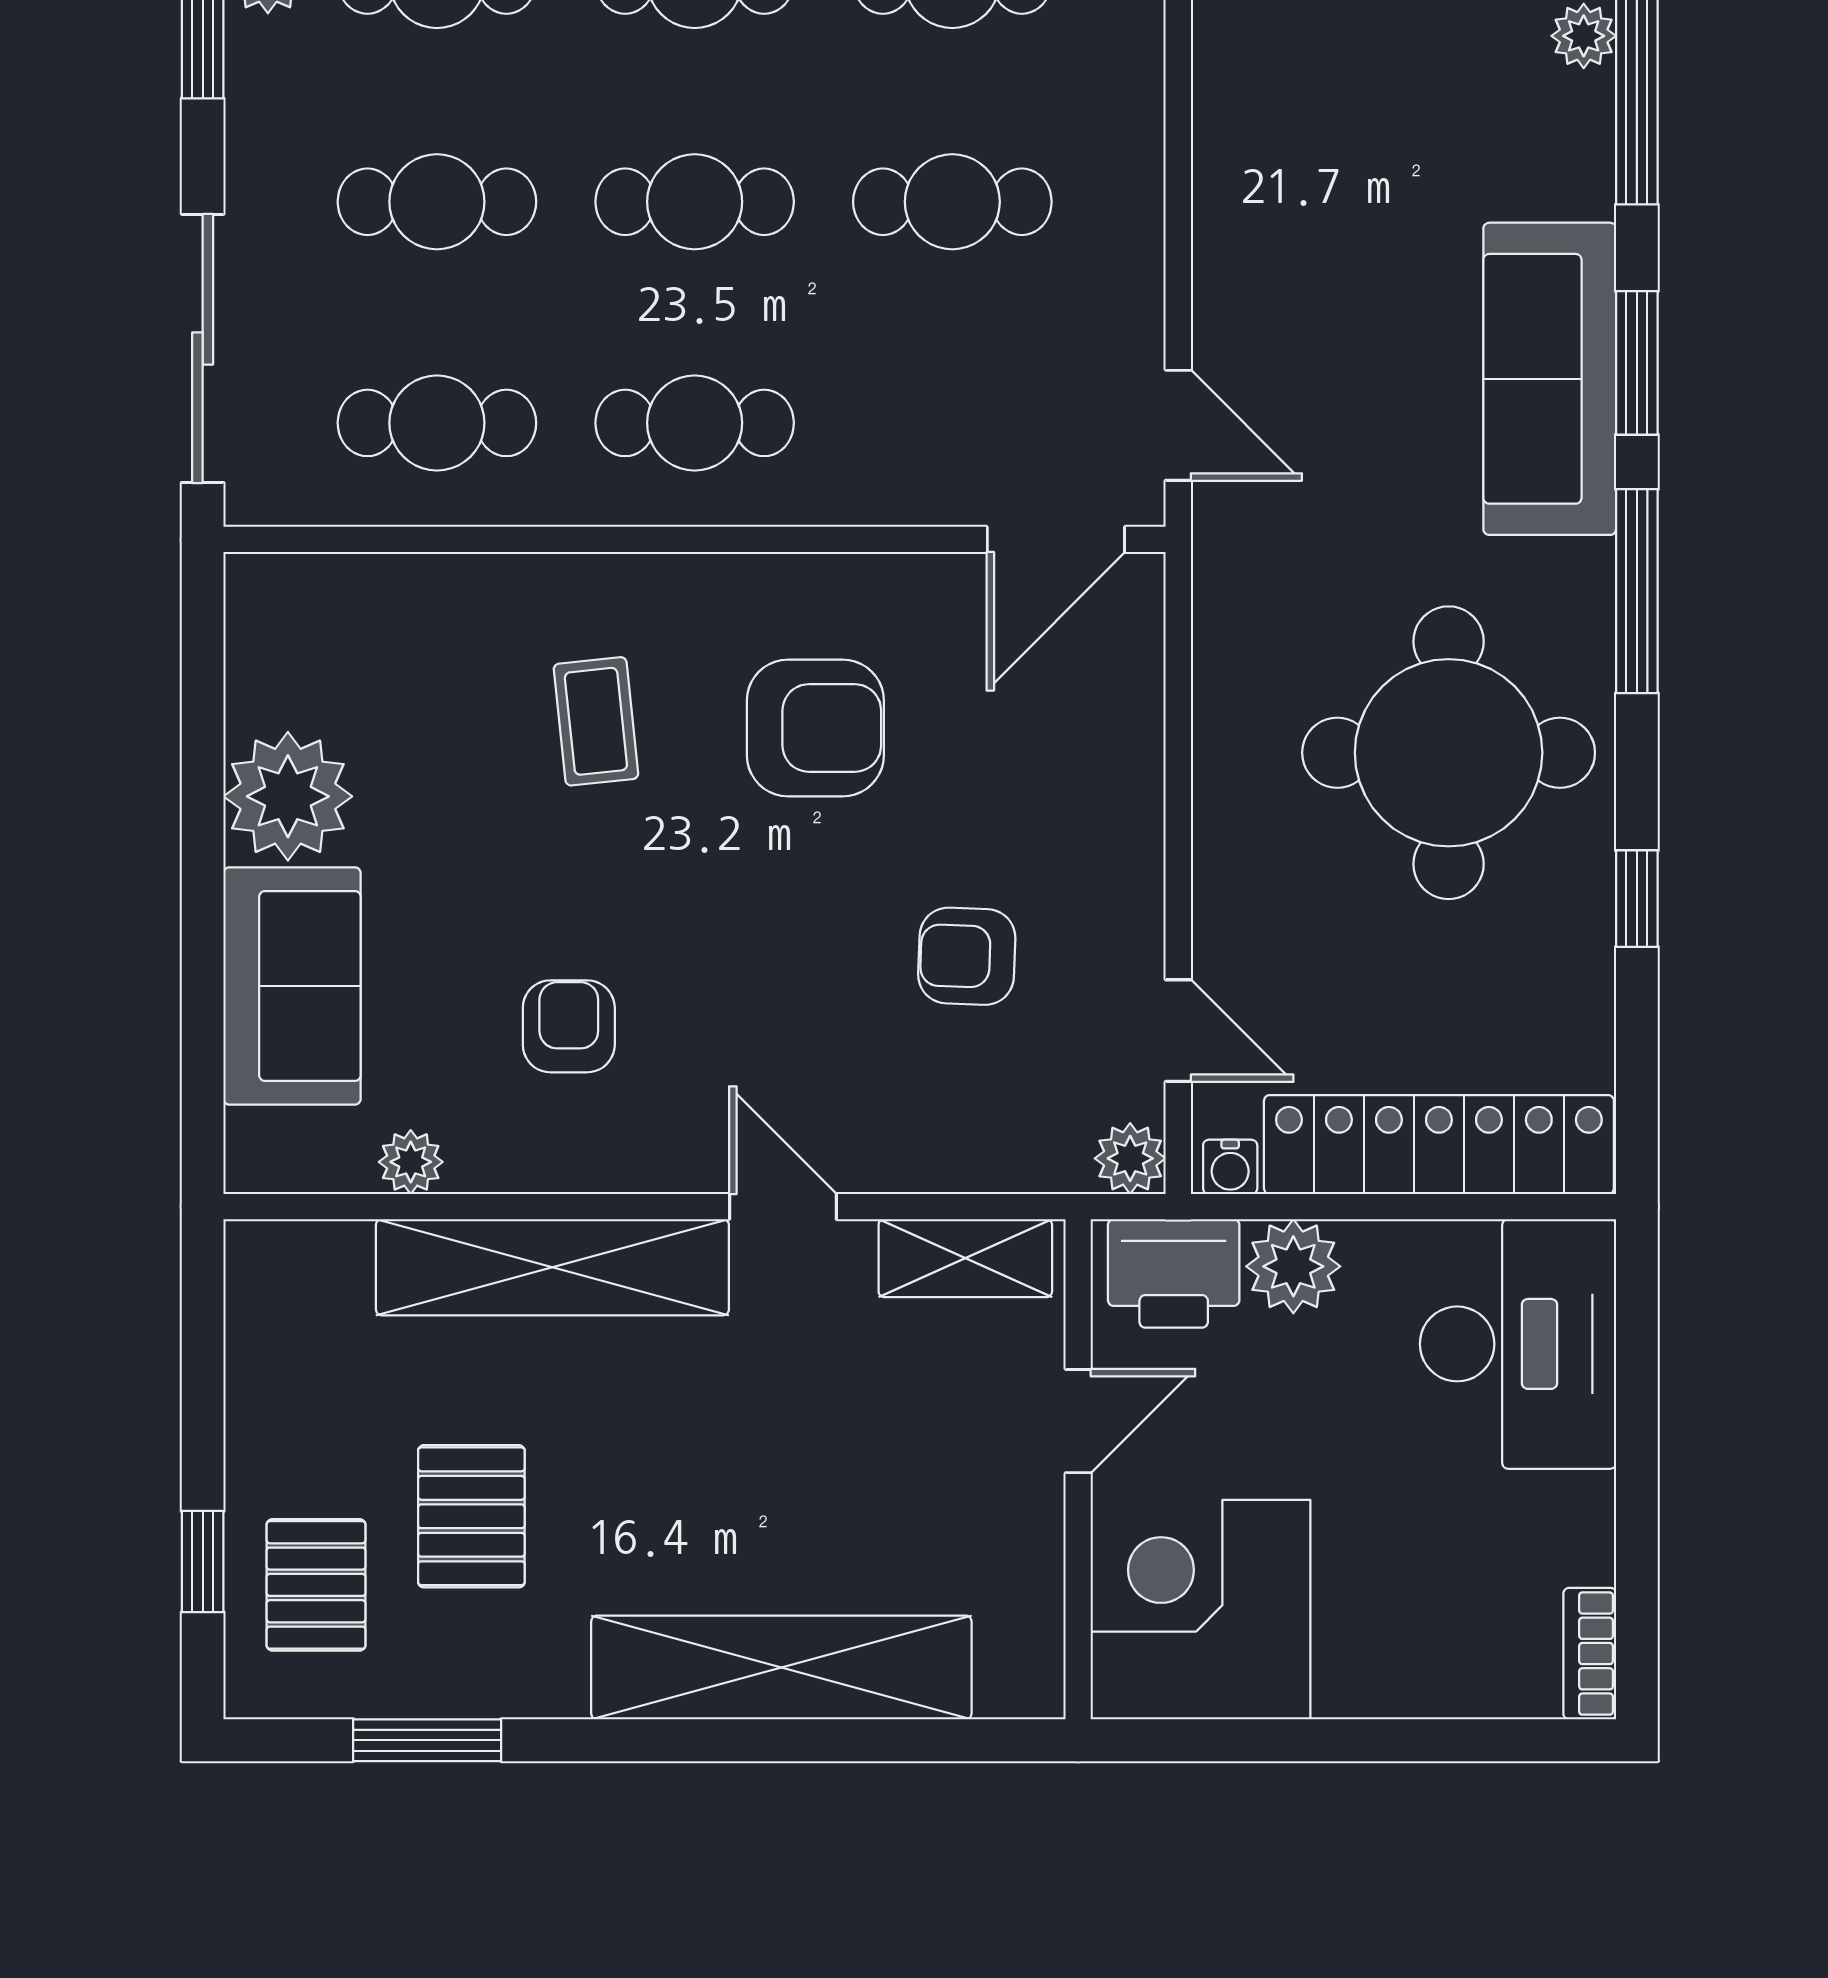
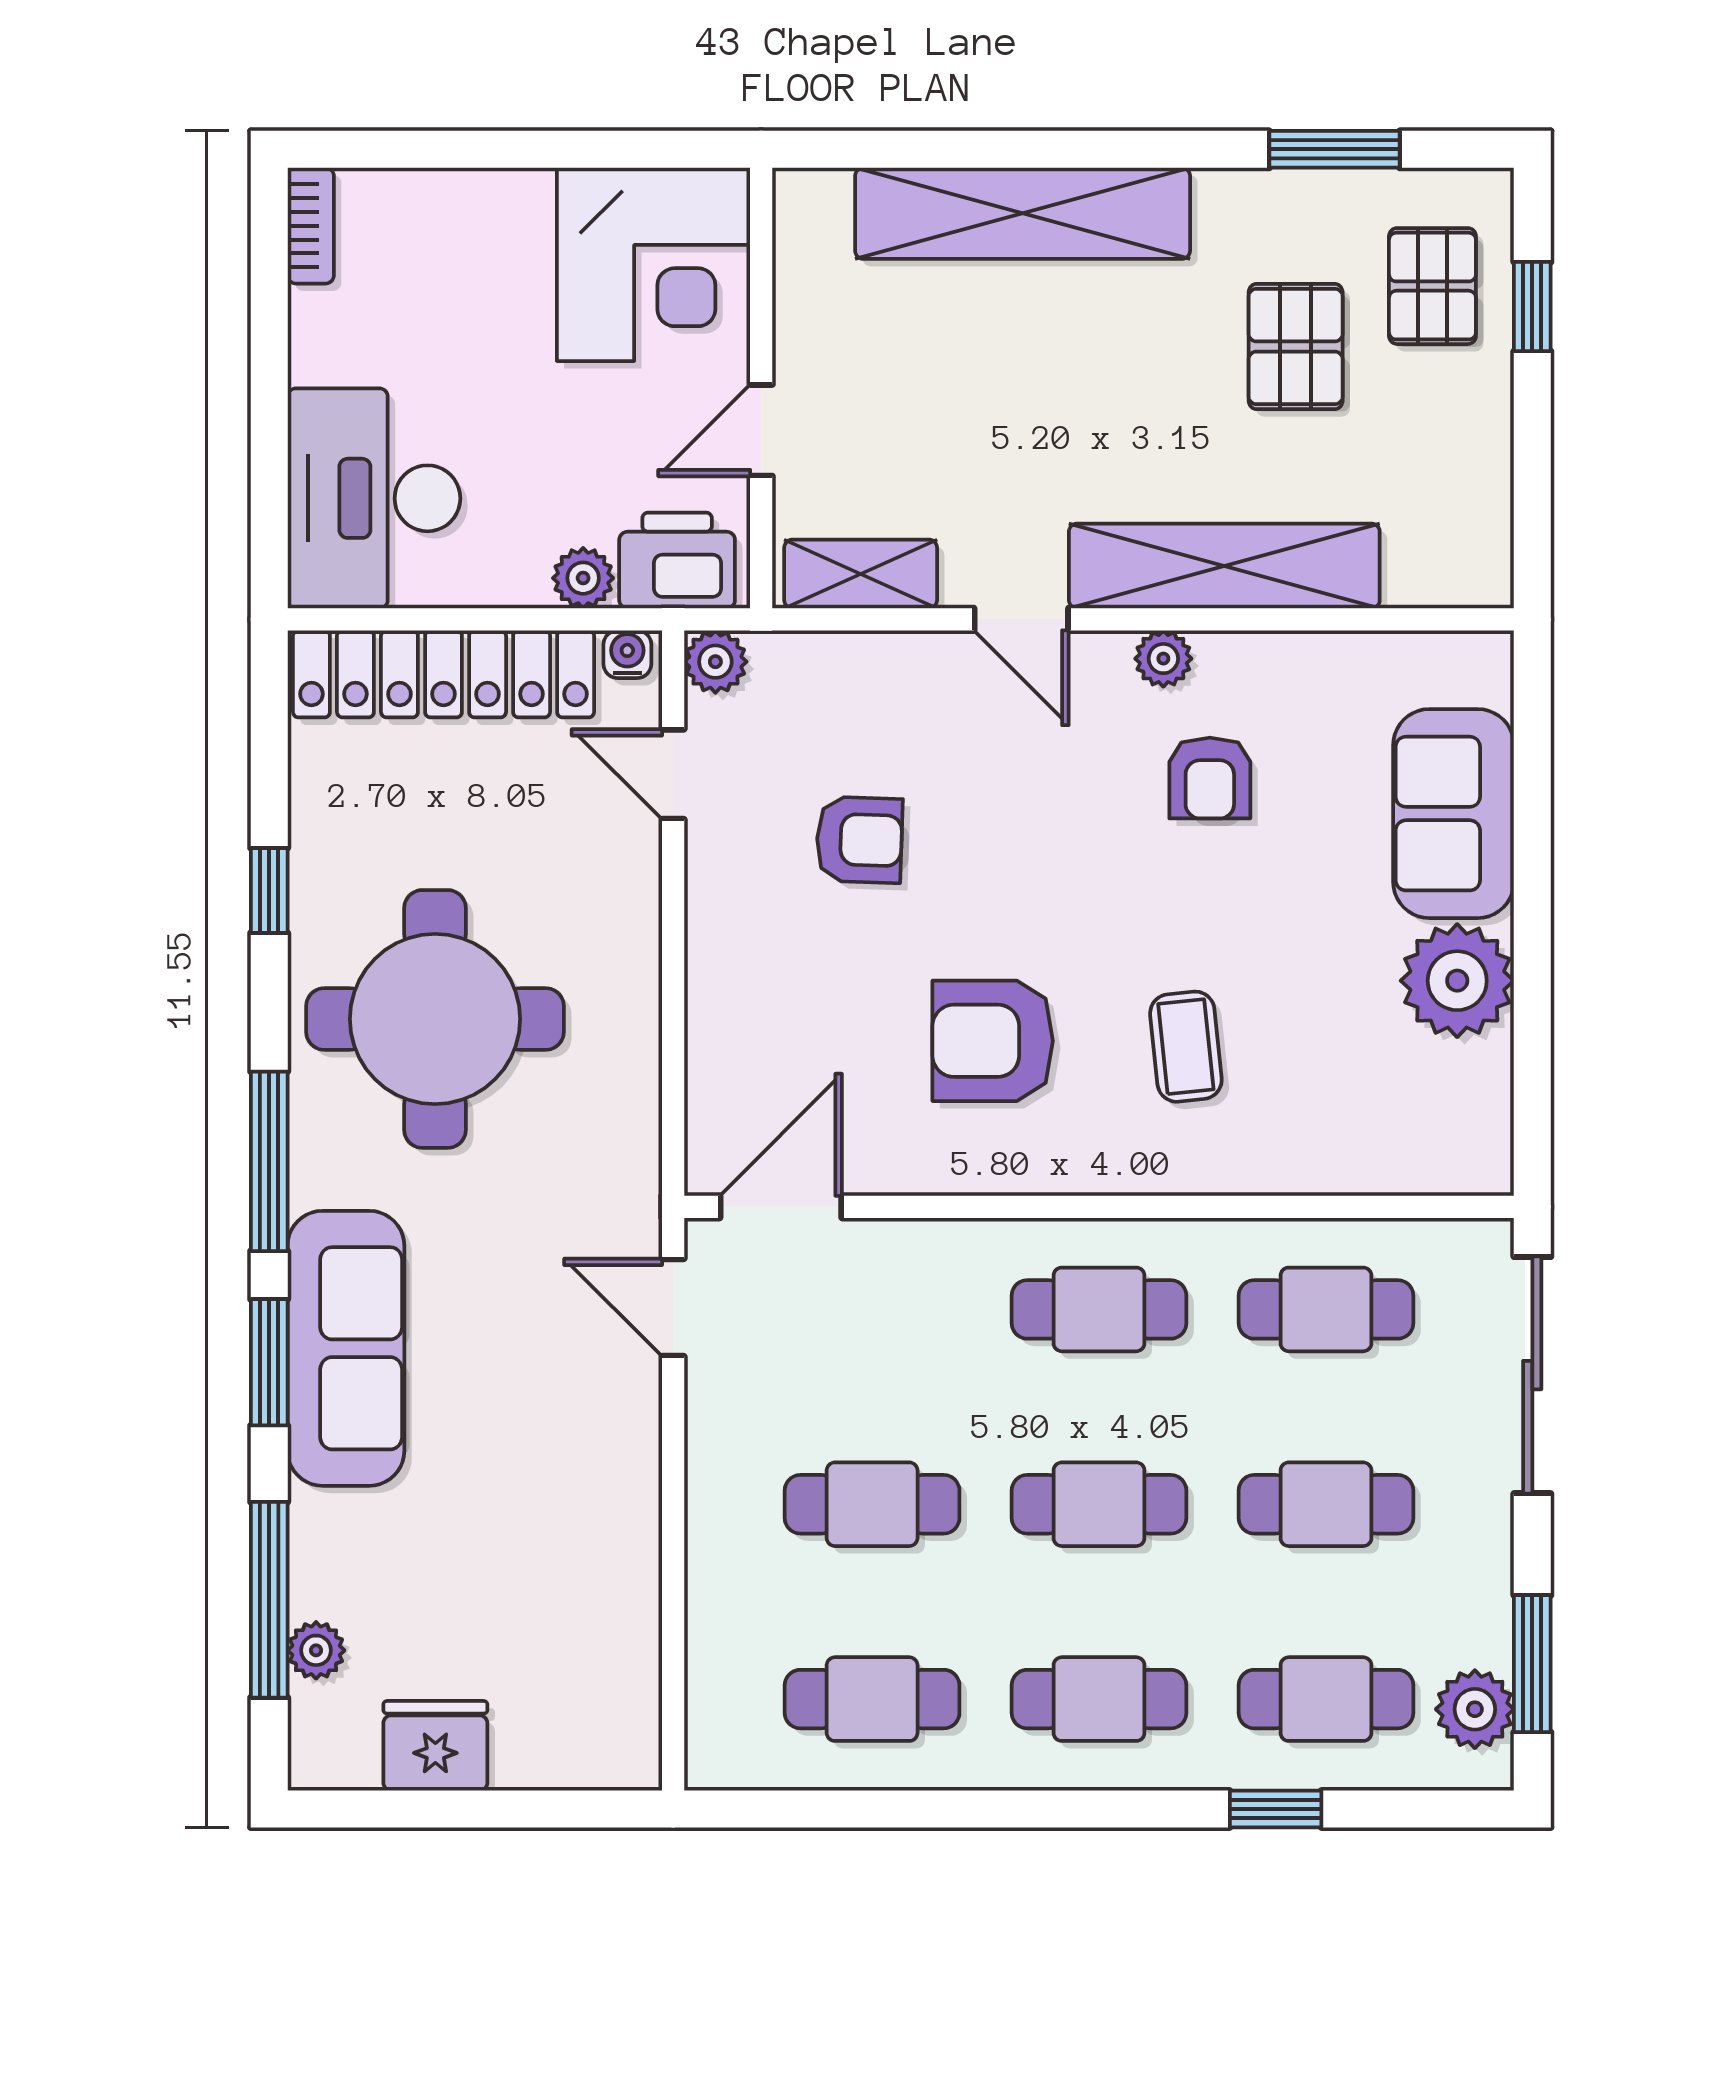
plant: (411, 1162) -> (1163, 659), moved
plant: (1293, 1266) -> (583, 578), width x0.73, depth x0.73

